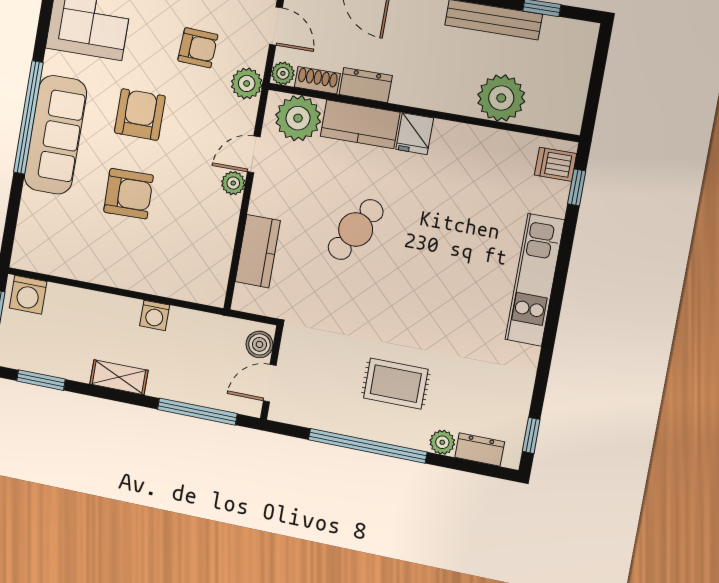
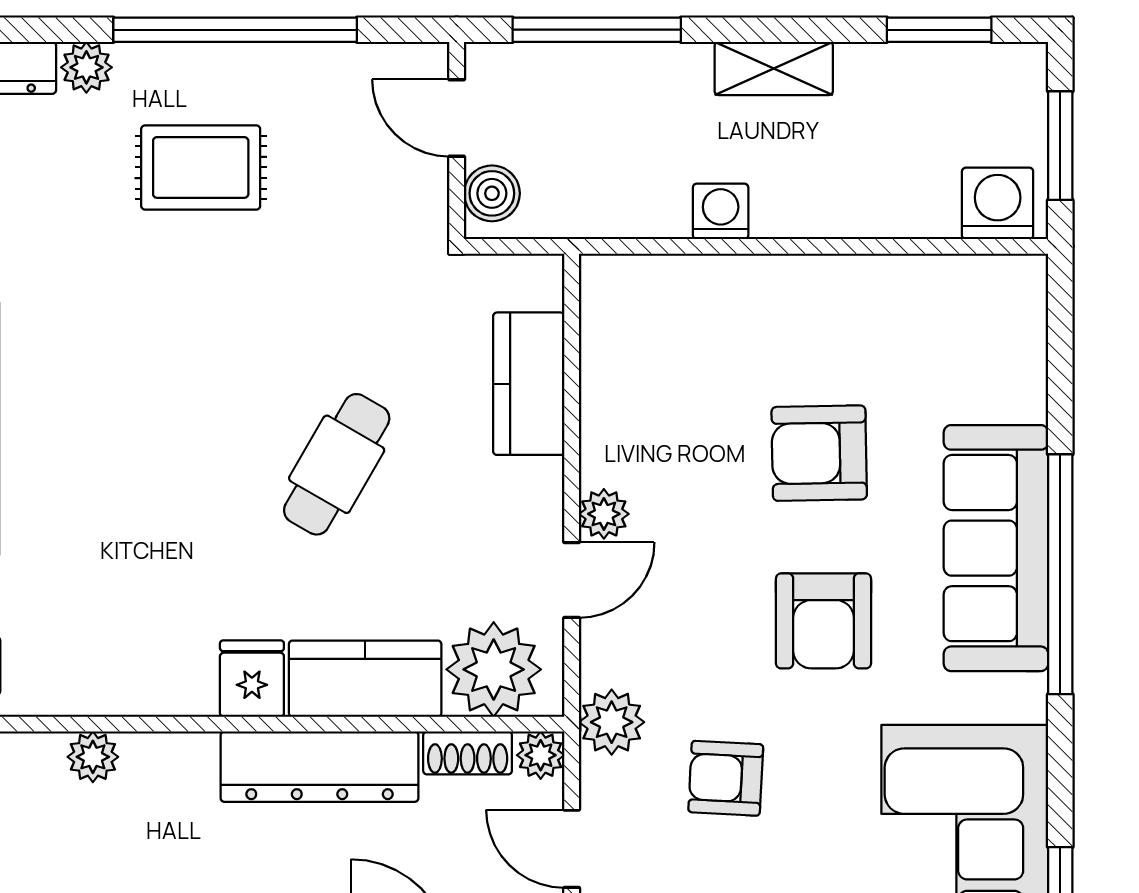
dresser: (366, 85) -> (320, 767), width x1.96, depth x1.24
plant: (501, 98) -> (93, 757), width x0.53, depth x0.53
door: (270, 383) -> (457, 118), swing flipped

